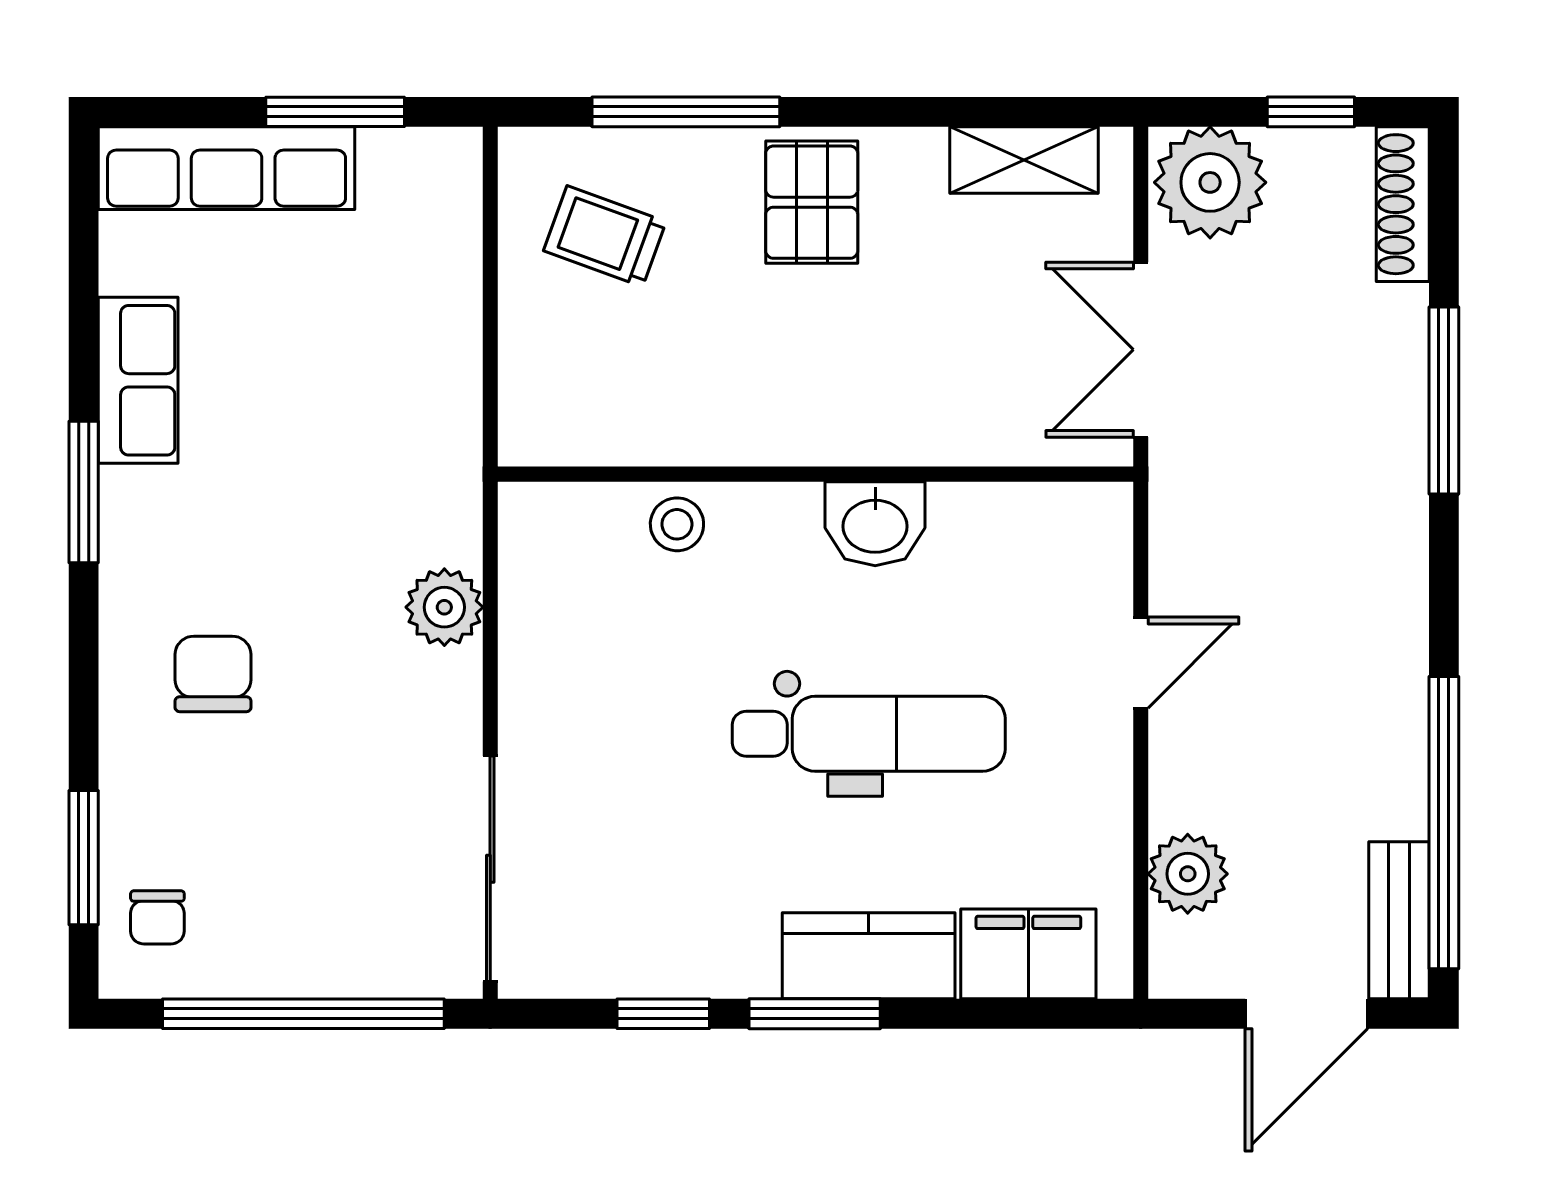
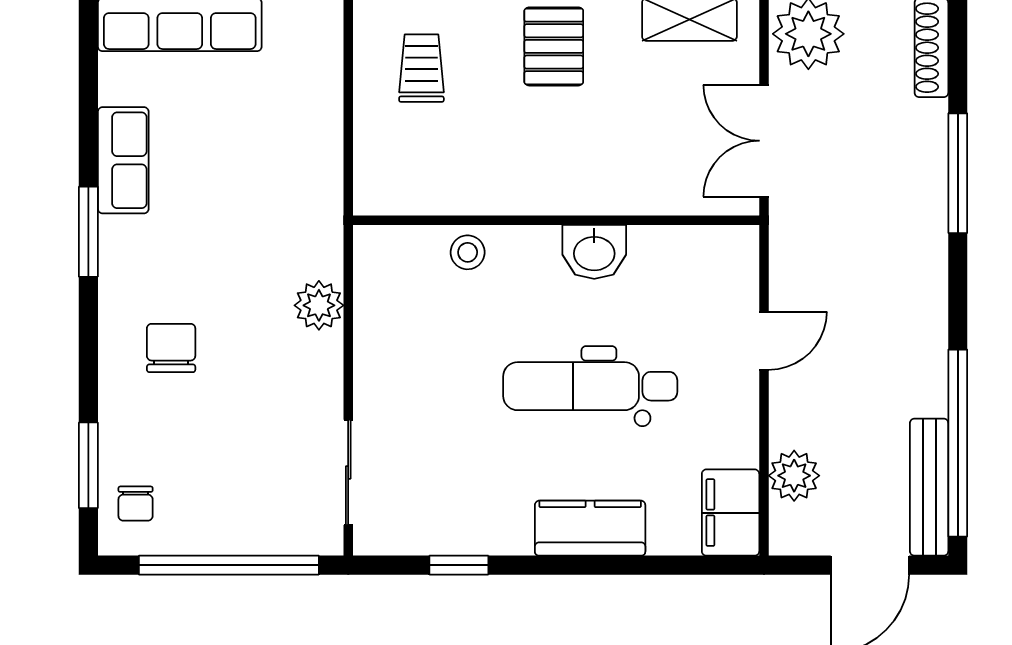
trolley: (605, 236) -> (421, 68), turned 70
dental chair: (869, 734) -> (590, 386), turned 180
sliding door: (490, 869) -> (348, 472), width x0.73
bench: (1399, 920) -> (929, 487), width x1.36
filing cabinet: (1028, 954) -> (731, 513), moved, turned -90
window: (815, 1014) -> (556, 565), removed

